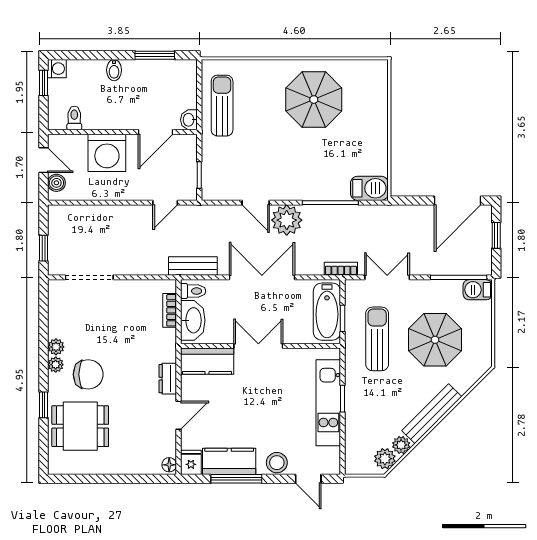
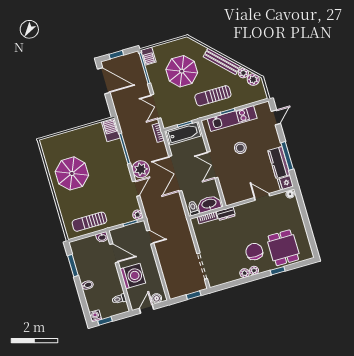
plant: (210, 192) -> (138, 215), added
bench: (193, 266) -> (180, 212), removed
sun lounger: (377, 339) -> (213, 96), moved
kitchen counter: (207, 361) -> (229, 190), removed
dresser: (168, 379) -> (226, 214), moved
stool: (277, 463) -> (240, 148), moved

